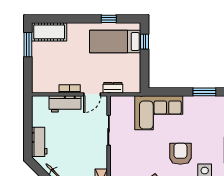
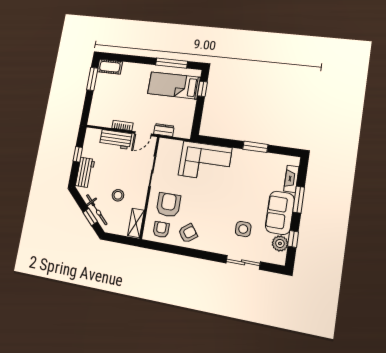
window: (109, 19) -> (171, 63), width x2.17
cot: (49, 32) -> (110, 67), width x0.73, depth x0.75
window: (28, 125) -> (78, 154), added
armchair: (180, 154) -> (168, 205), moved
stool: (78, 159) -> (118, 195), added

